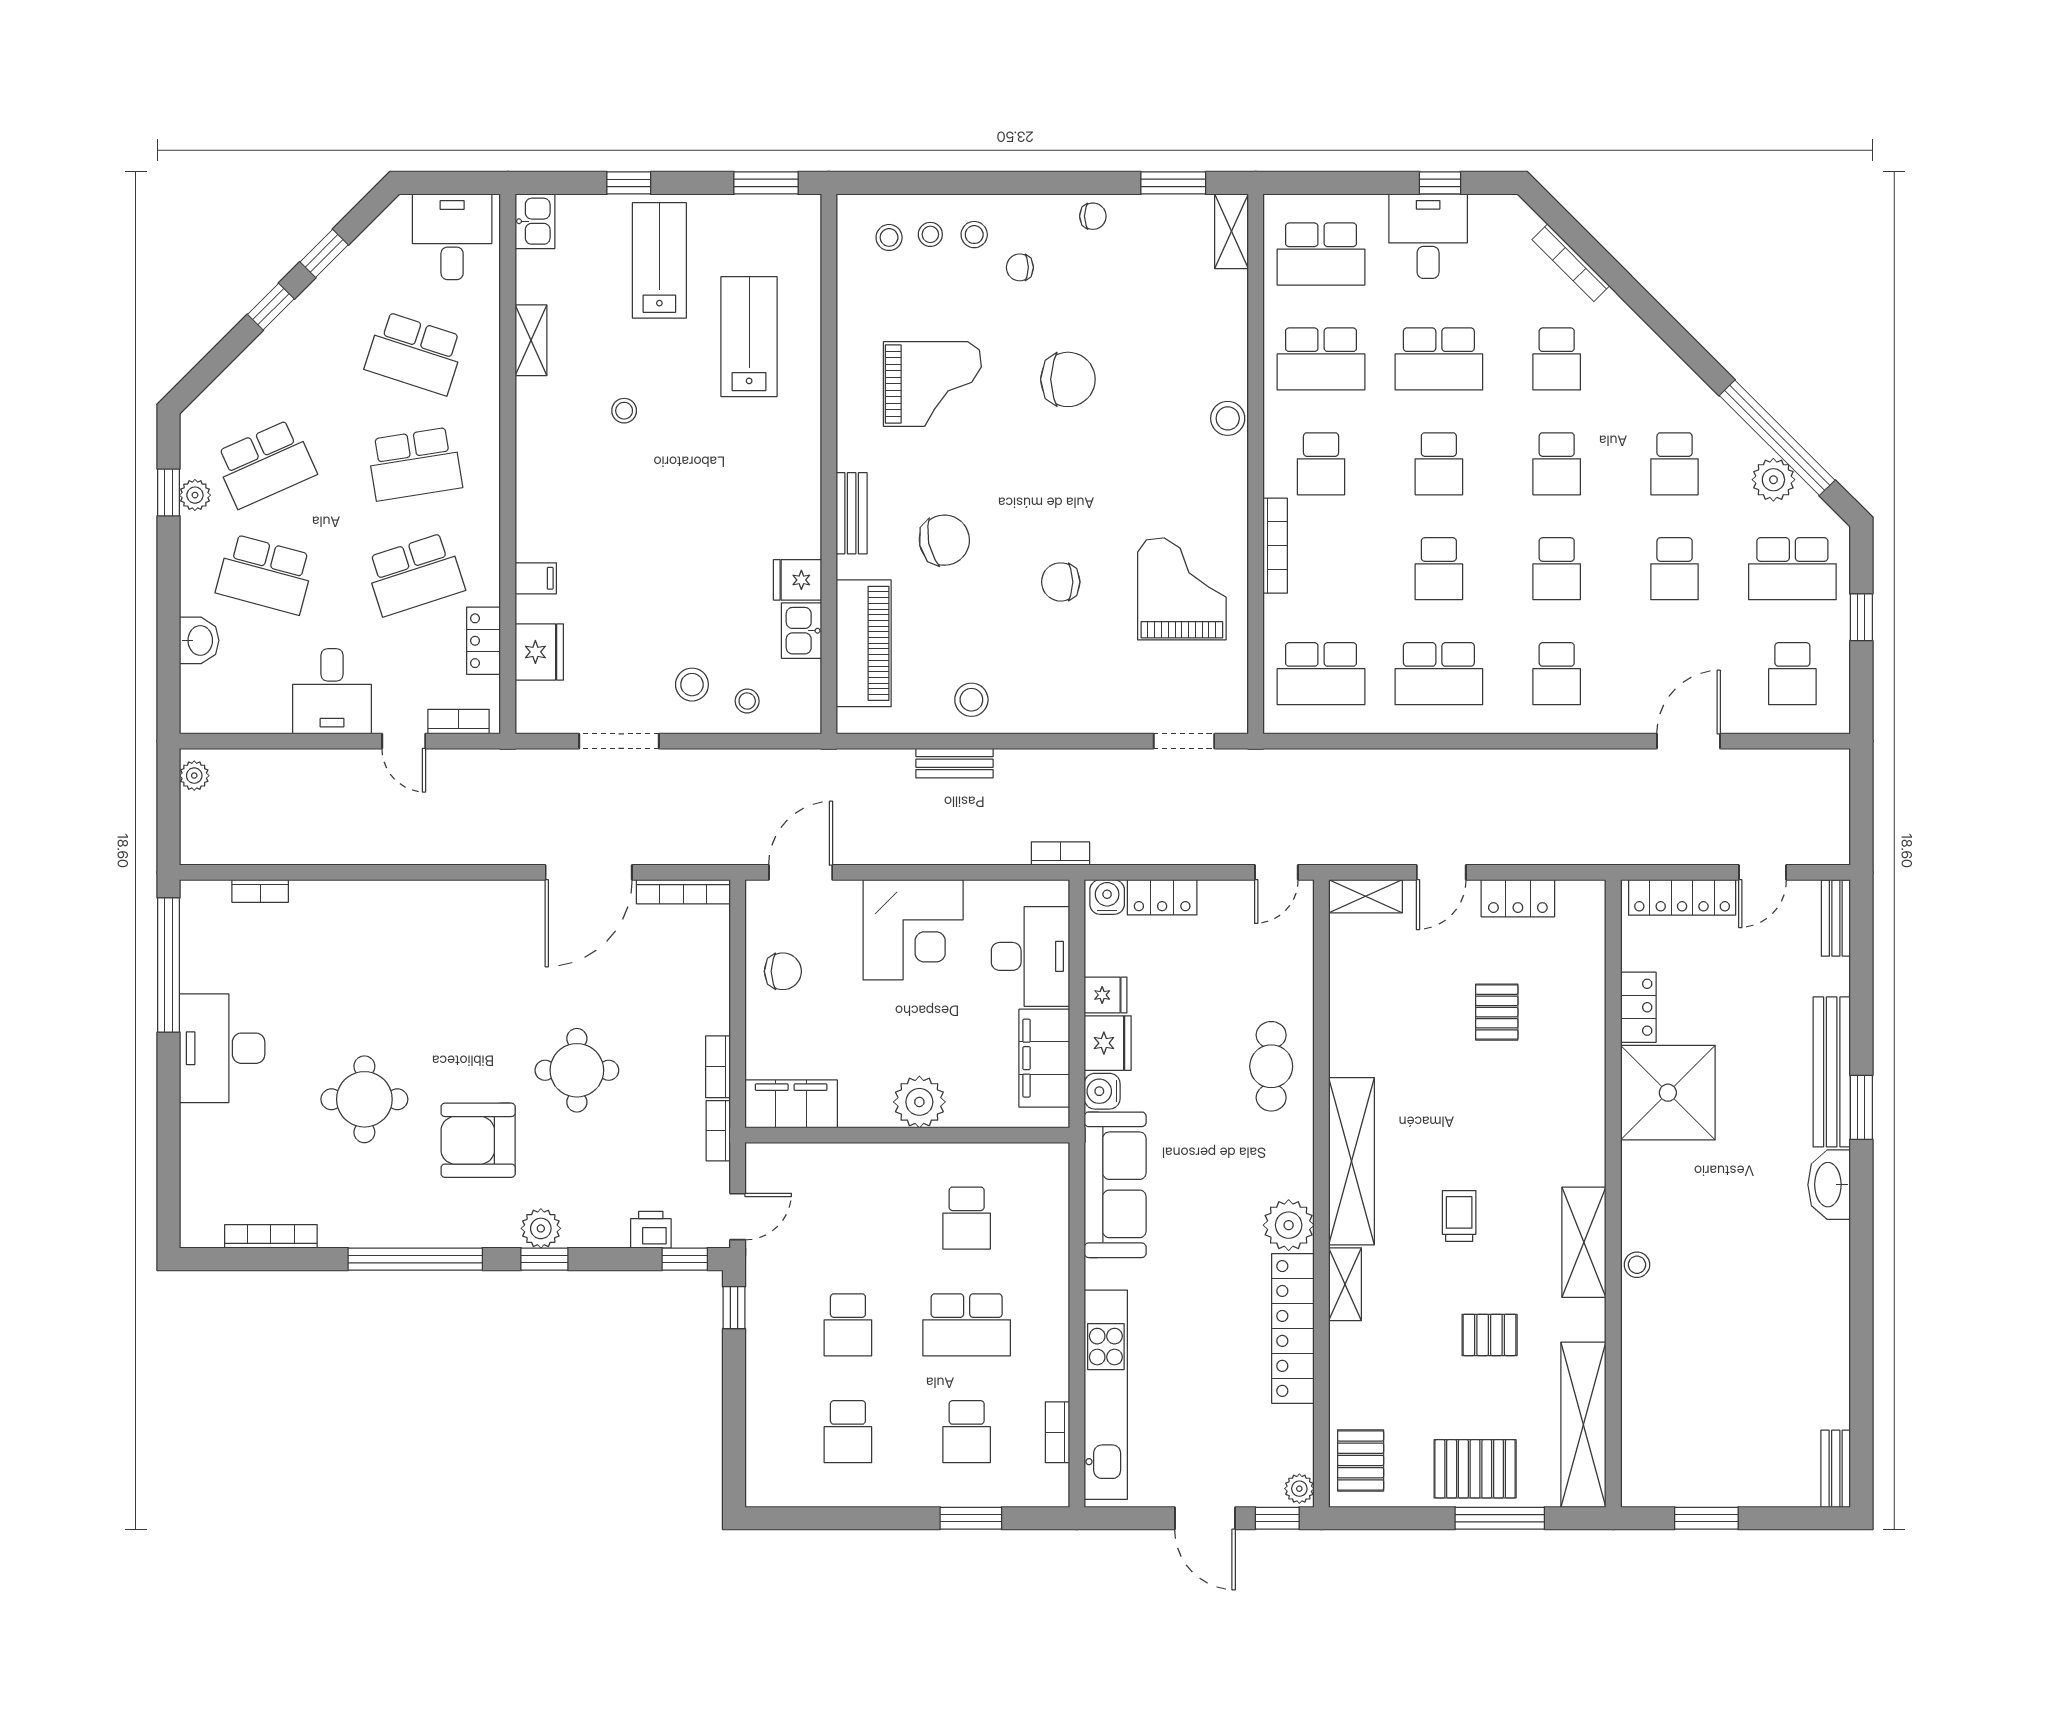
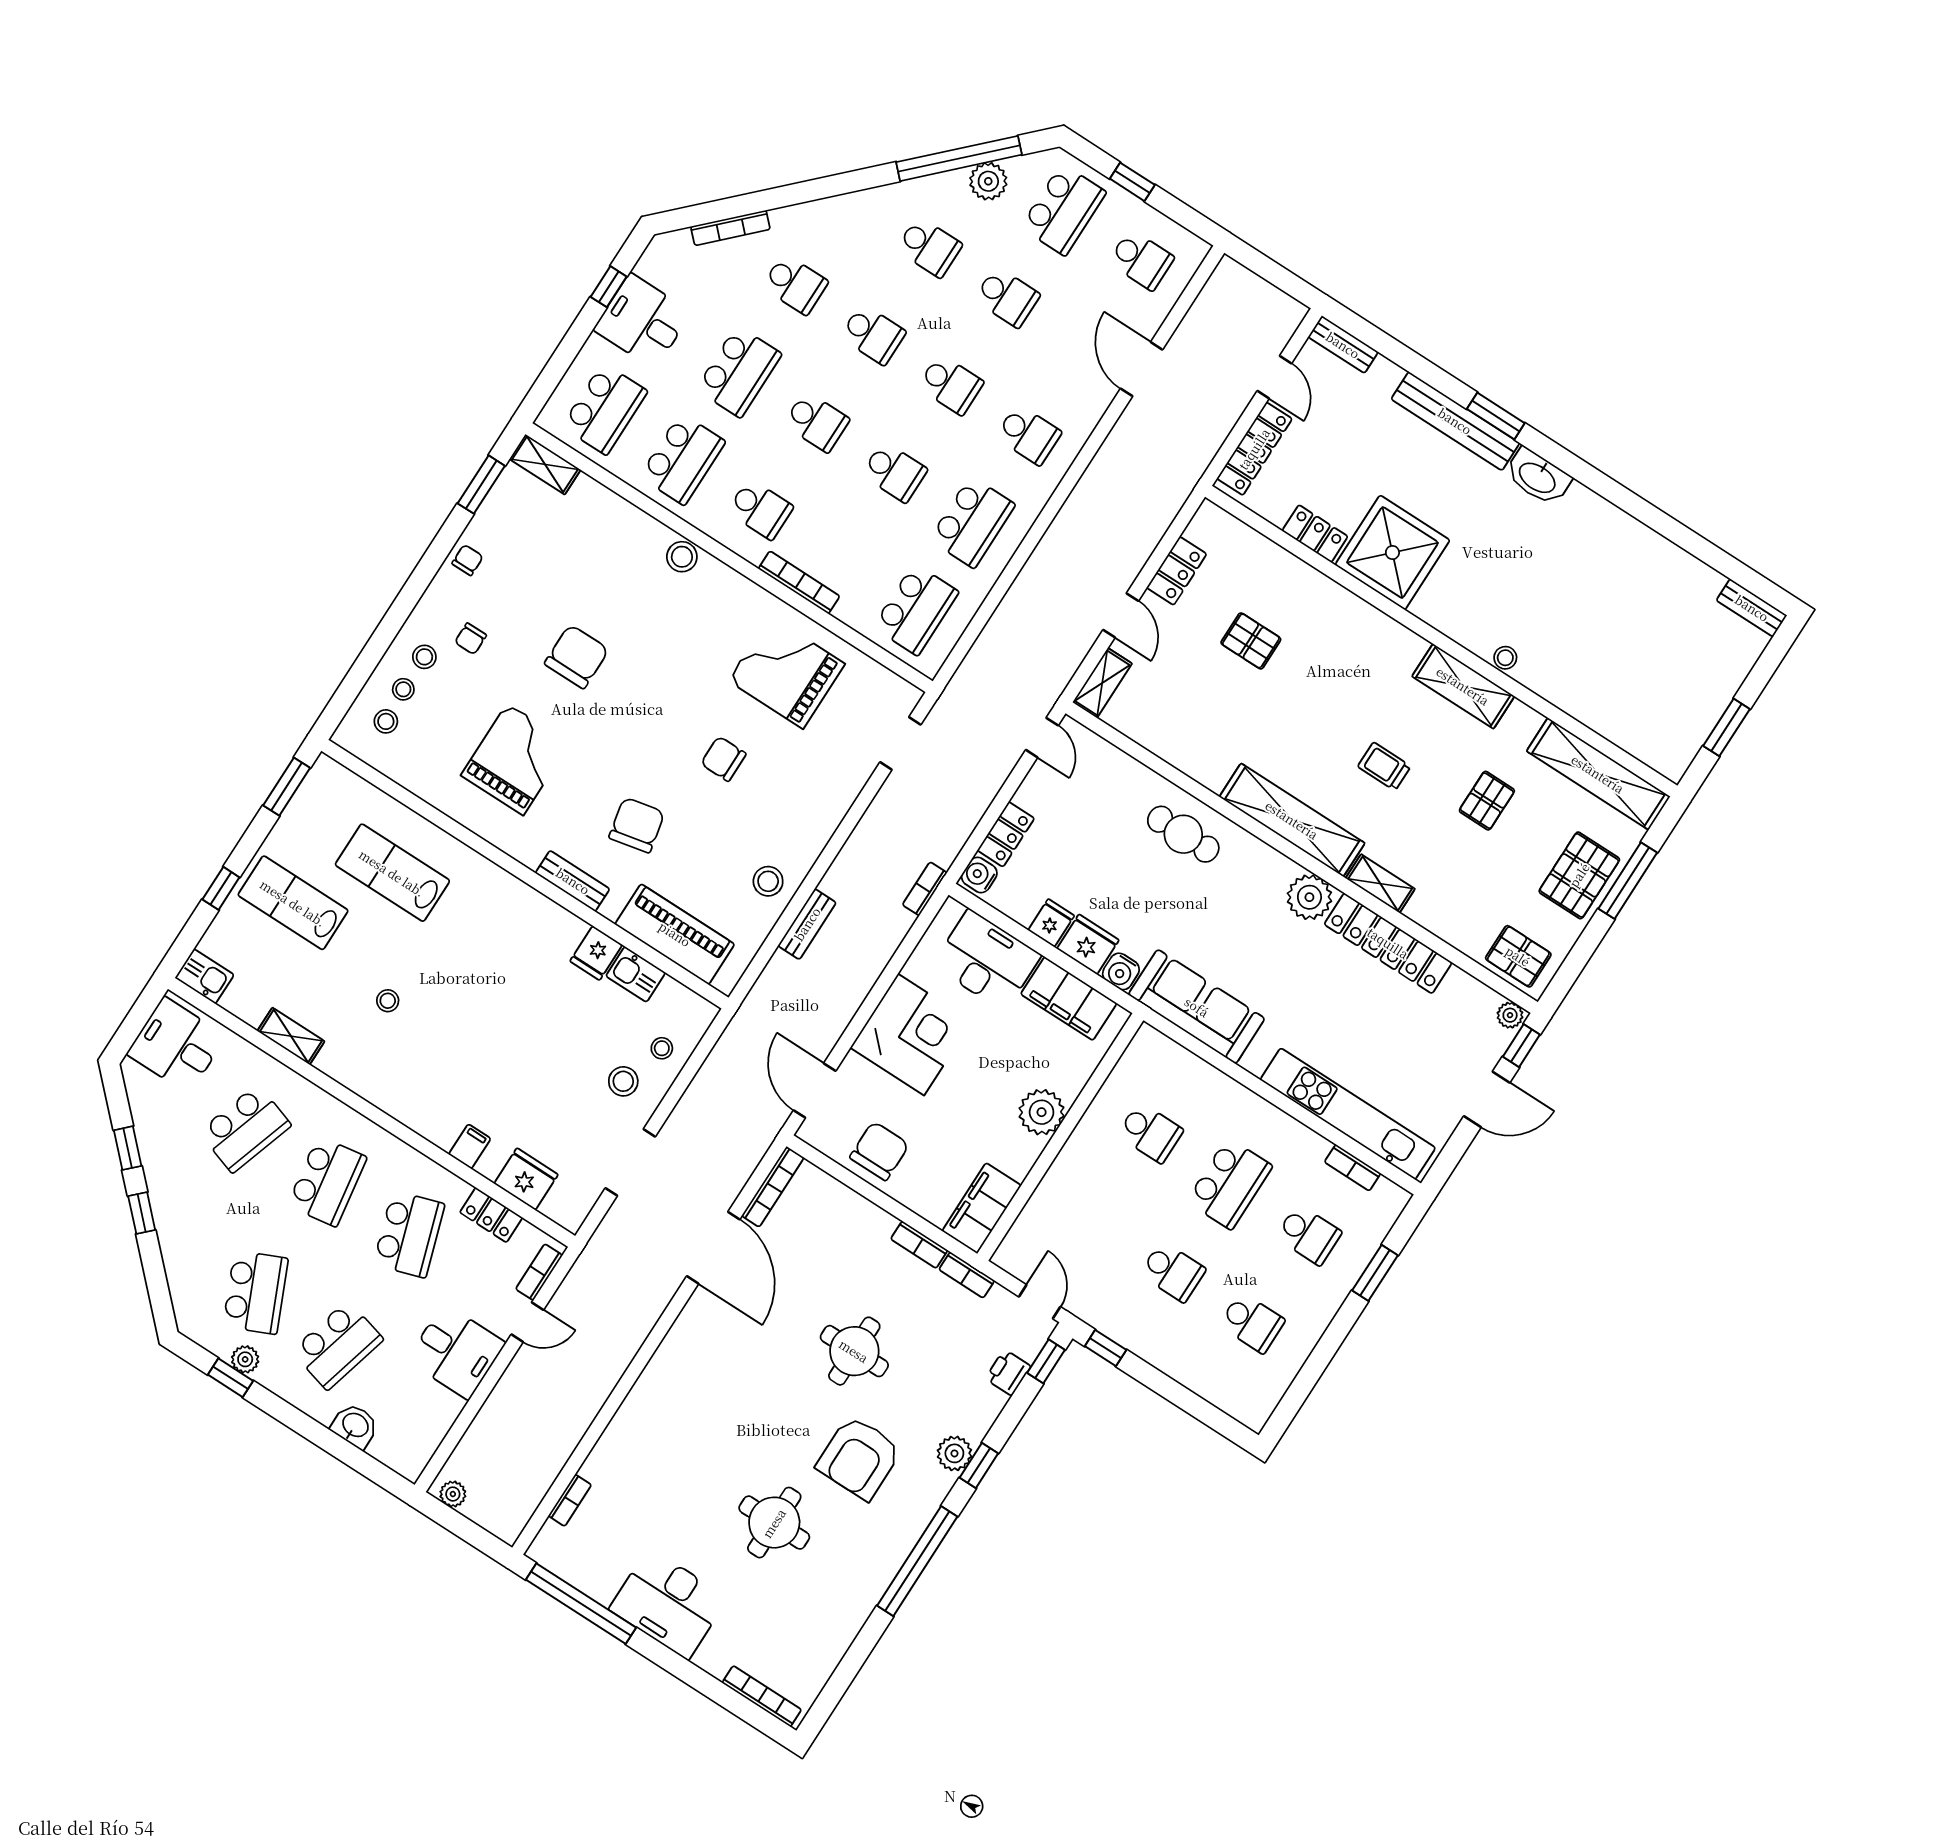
chair: (1061, 582) -> (723, 759), turned 90
chair: (783, 971) -> (879, 1151), width x1.37, depth x1.37
bookcase: (271, 1236) -> (762, 1696), moved, turned 90

